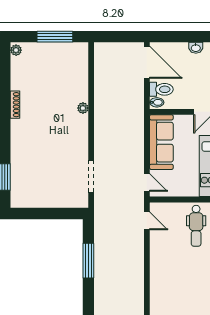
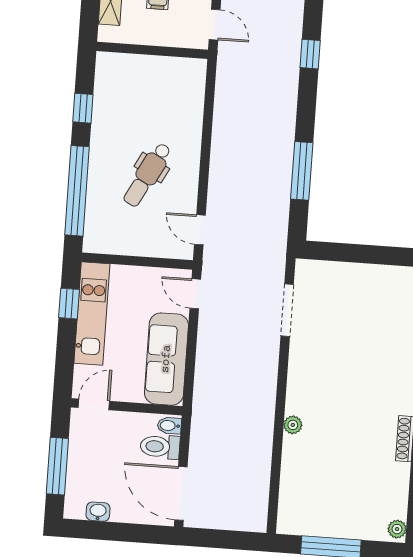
dental chair: (196, 226) -> (147, 175), moved, turned -152

